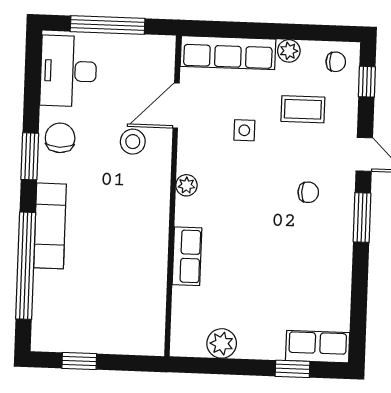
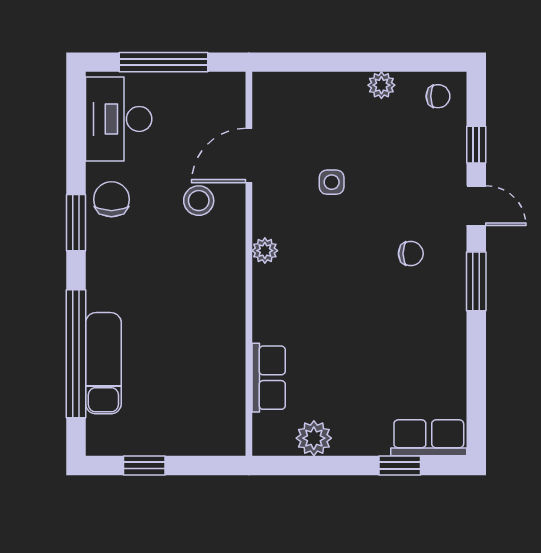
row of seats: (228, 53) -> (309, 90), removed
window: (367, 82) -> (476, 145), moved
coffee table: (303, 109) -> (401, 154), removed
exam couch: (50, 226) -> (103, 363), moved
row of seats: (187, 256) -> (269, 378), moved

